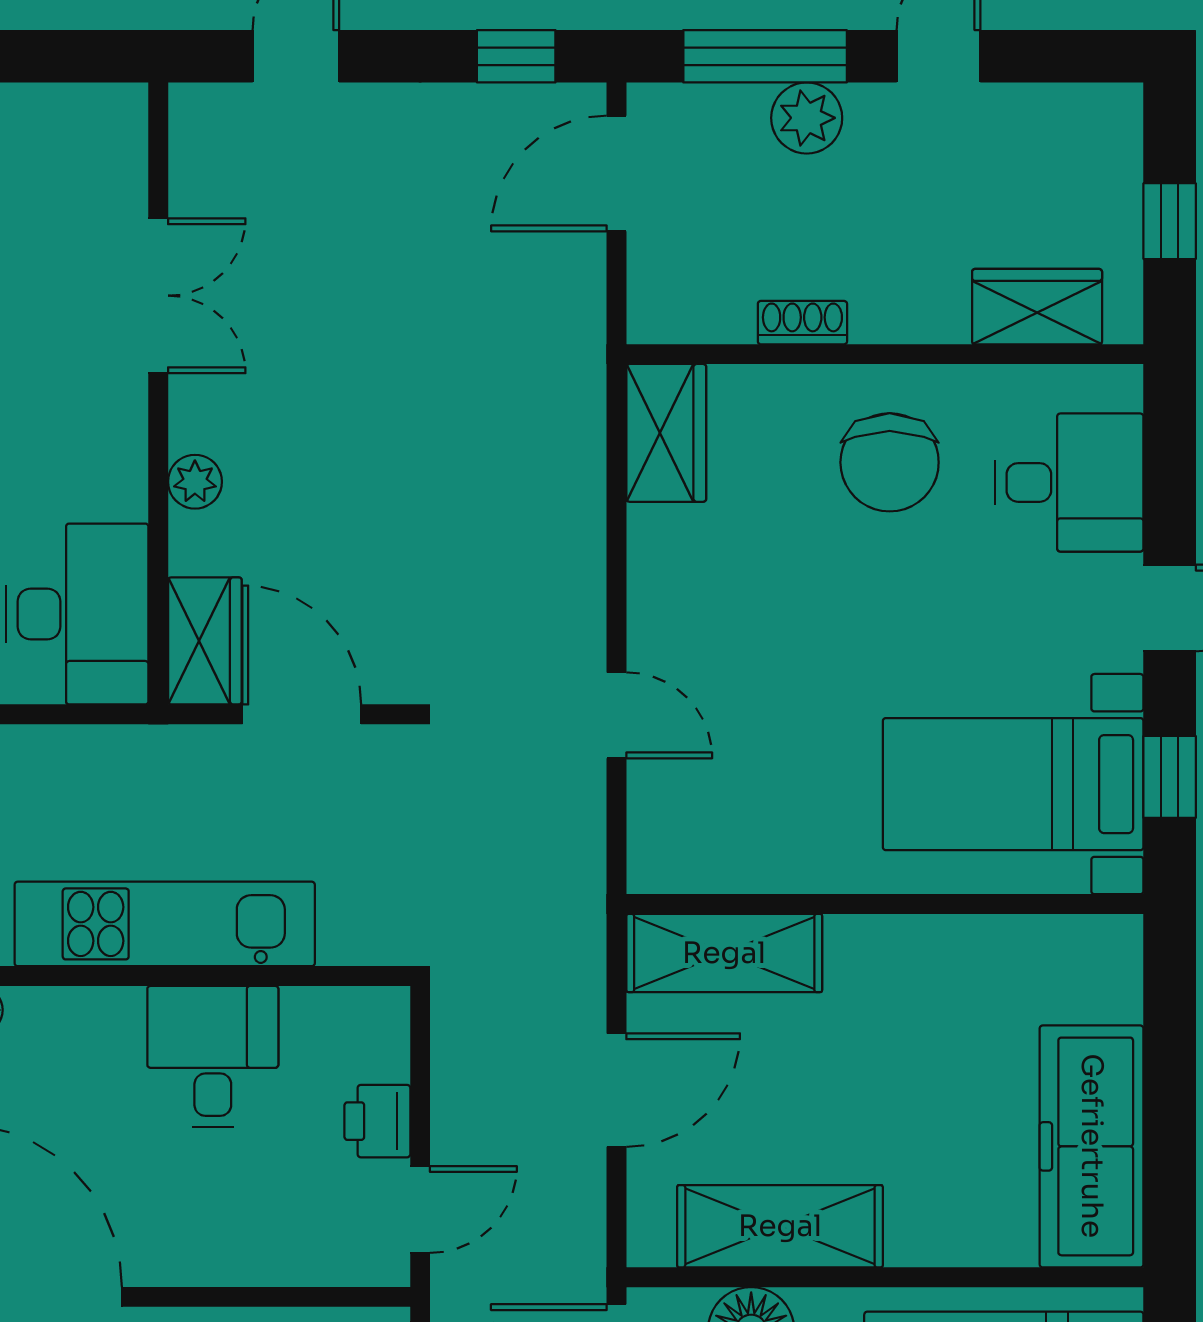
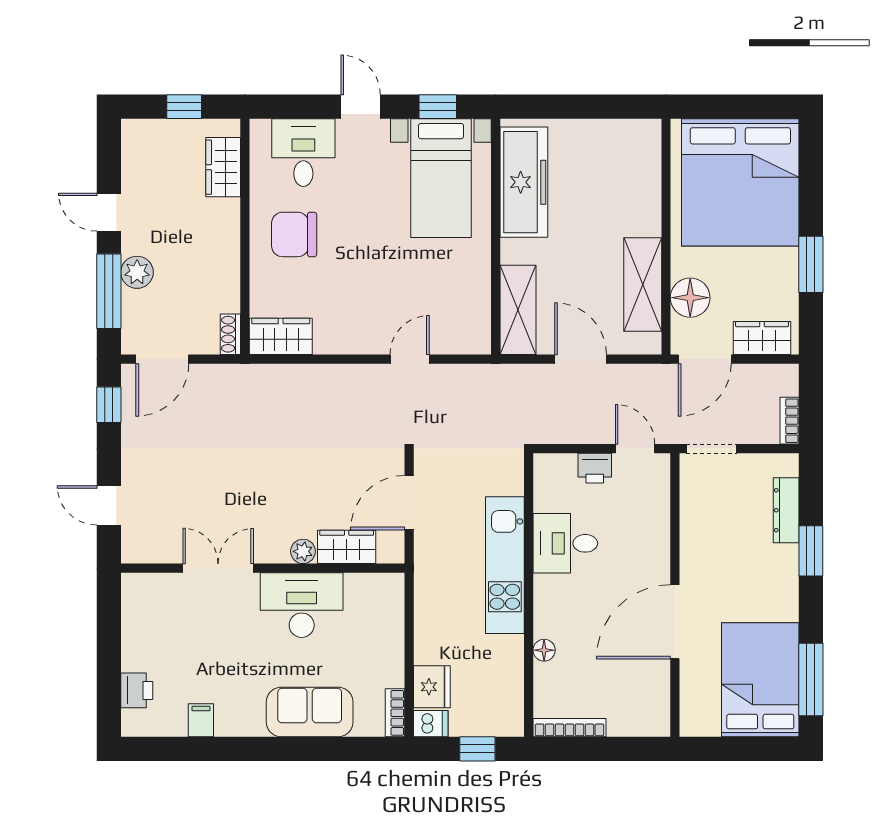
door: (616, 173) -> (162, 359), hinge flipped
shoe rack: (802, 323) -> (230, 334), moved
chair: (890, 462) -> (294, 234), turned 180
desk: (77, 614) -> (302, 605), moved
wardrobe: (205, 641) -> (347, 547), moved
freezer: (1092, 1146) -> (524, 182), moved, turned -90

